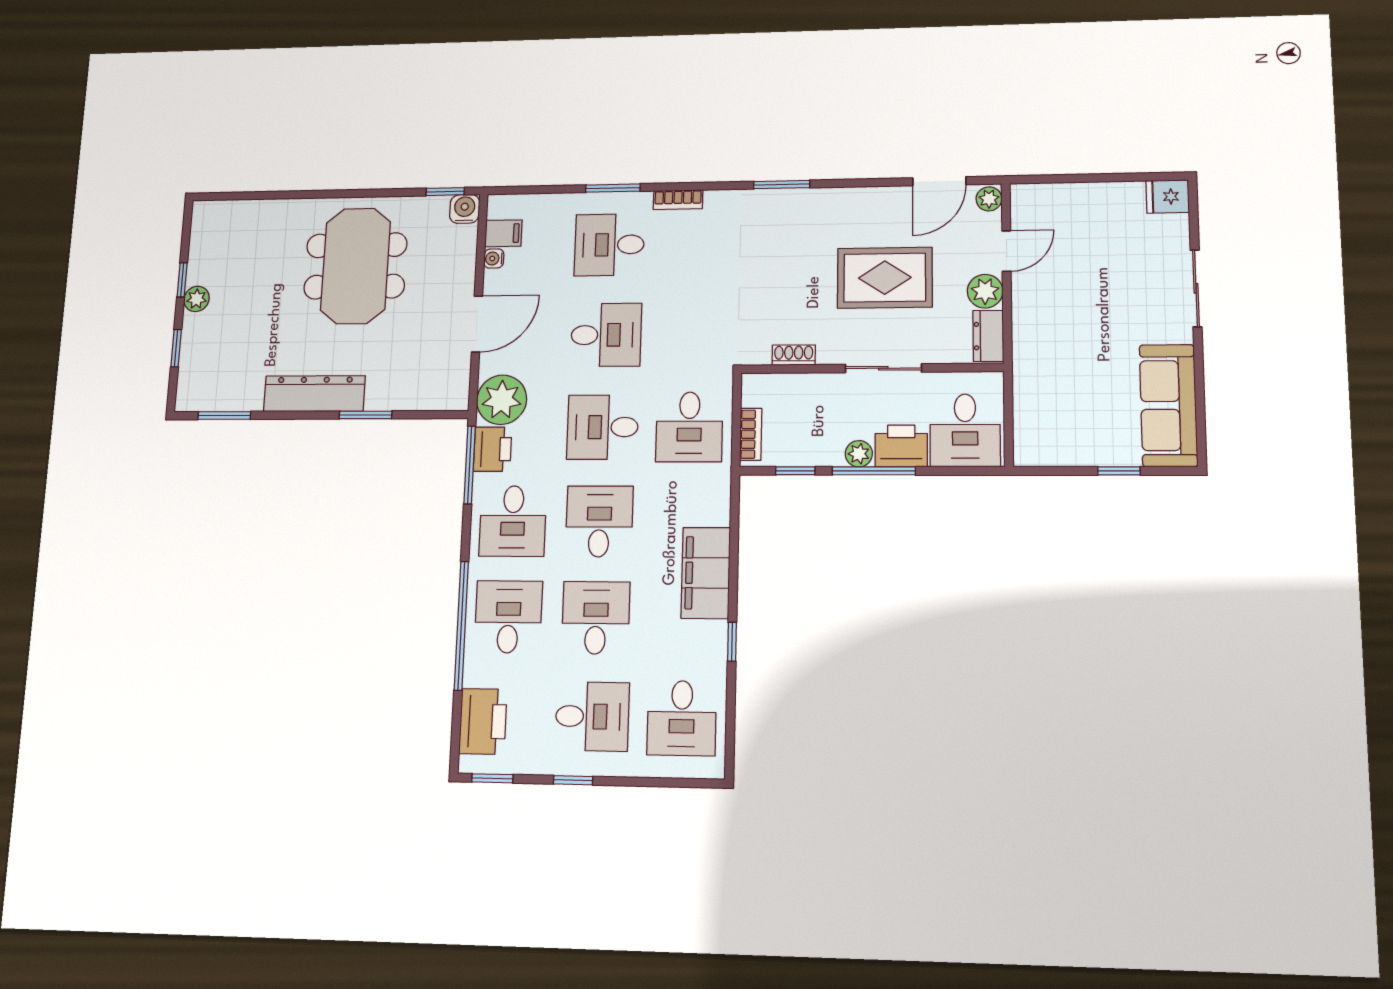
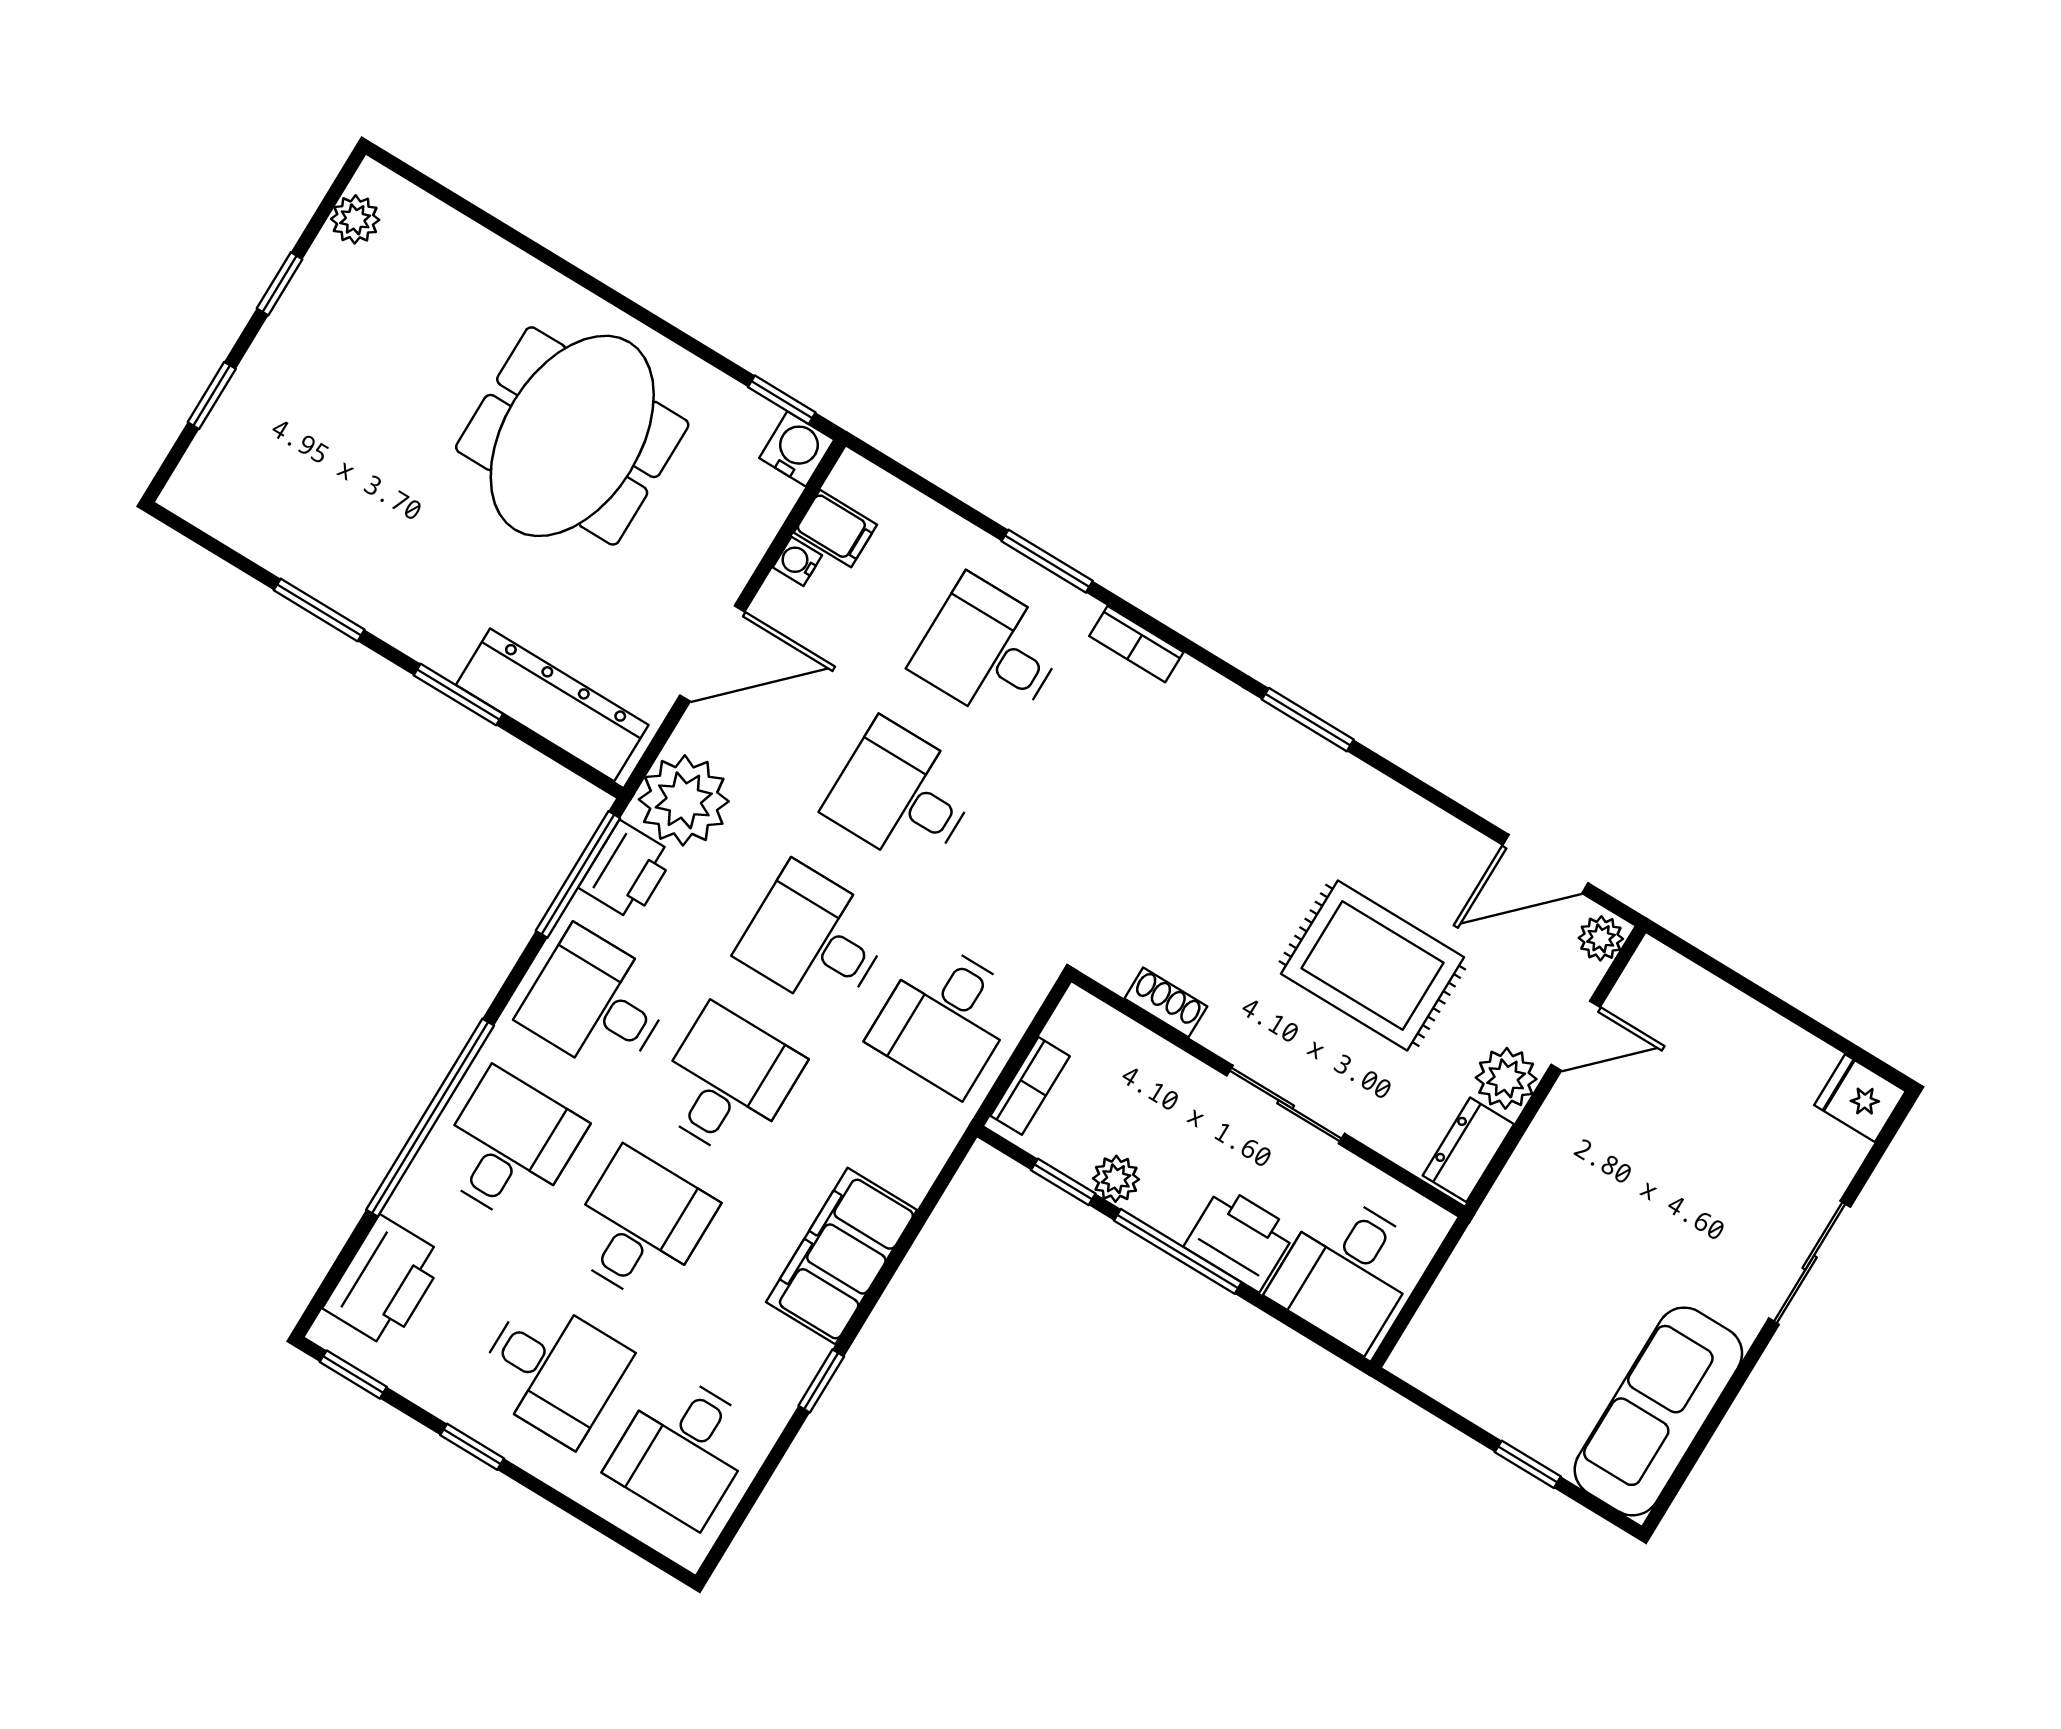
plant: (197, 299) -> (355, 219), moved
desk: (606, 335) -> (902, 795), turned 180
dresser: (314, 394) -> (552, 705), moved
window: (224, 416) -> (319, 610), moved
plant: (859, 454) -> (1116, 1179), moved
desk: (513, 521) -> (596, 1003), turned 90

